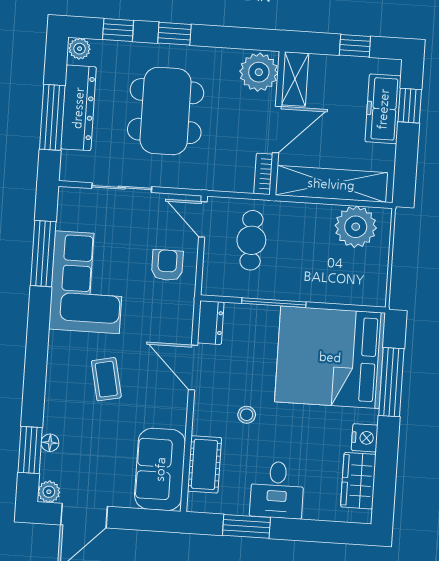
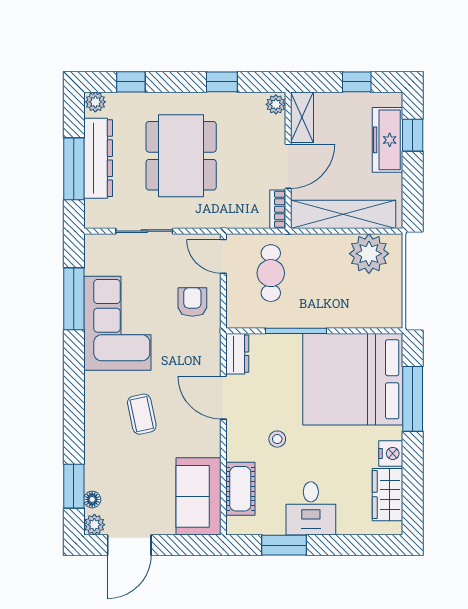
window: (174, 34) -> (222, 82), moved
plant: (259, 72) -> (276, 104), width x0.53, depth x0.53
floor lamp: (50, 443) -> (92, 499), moved

